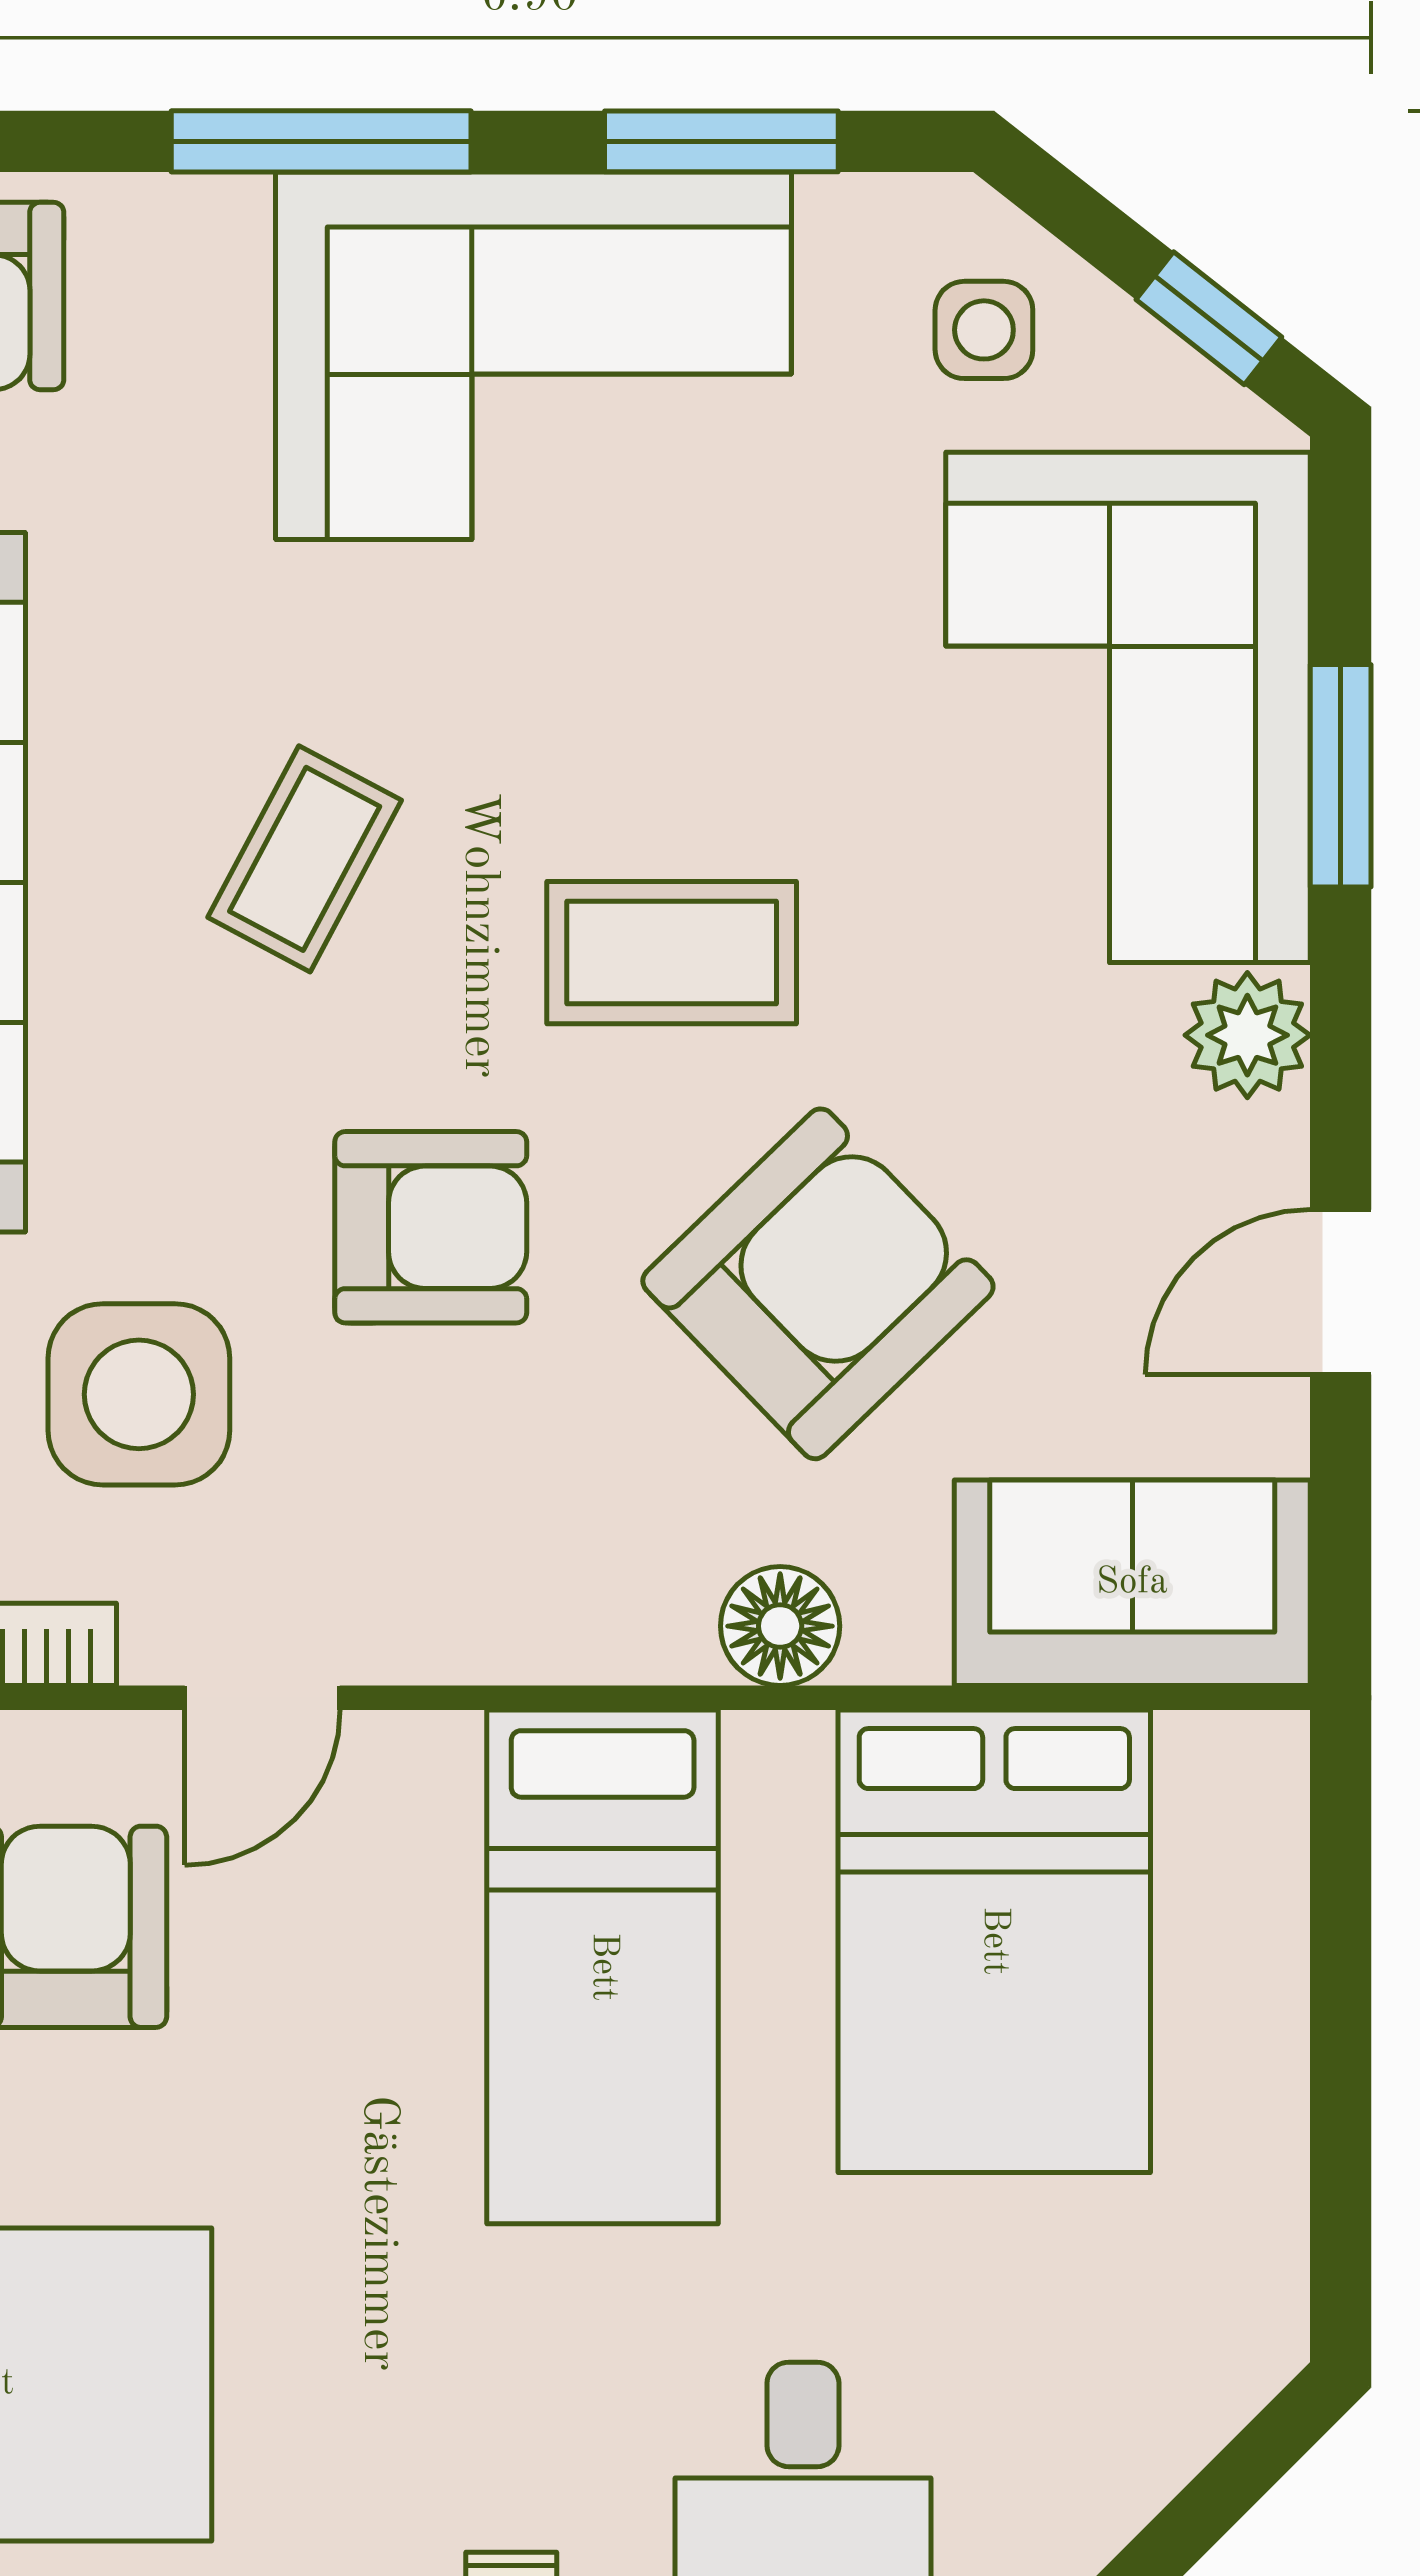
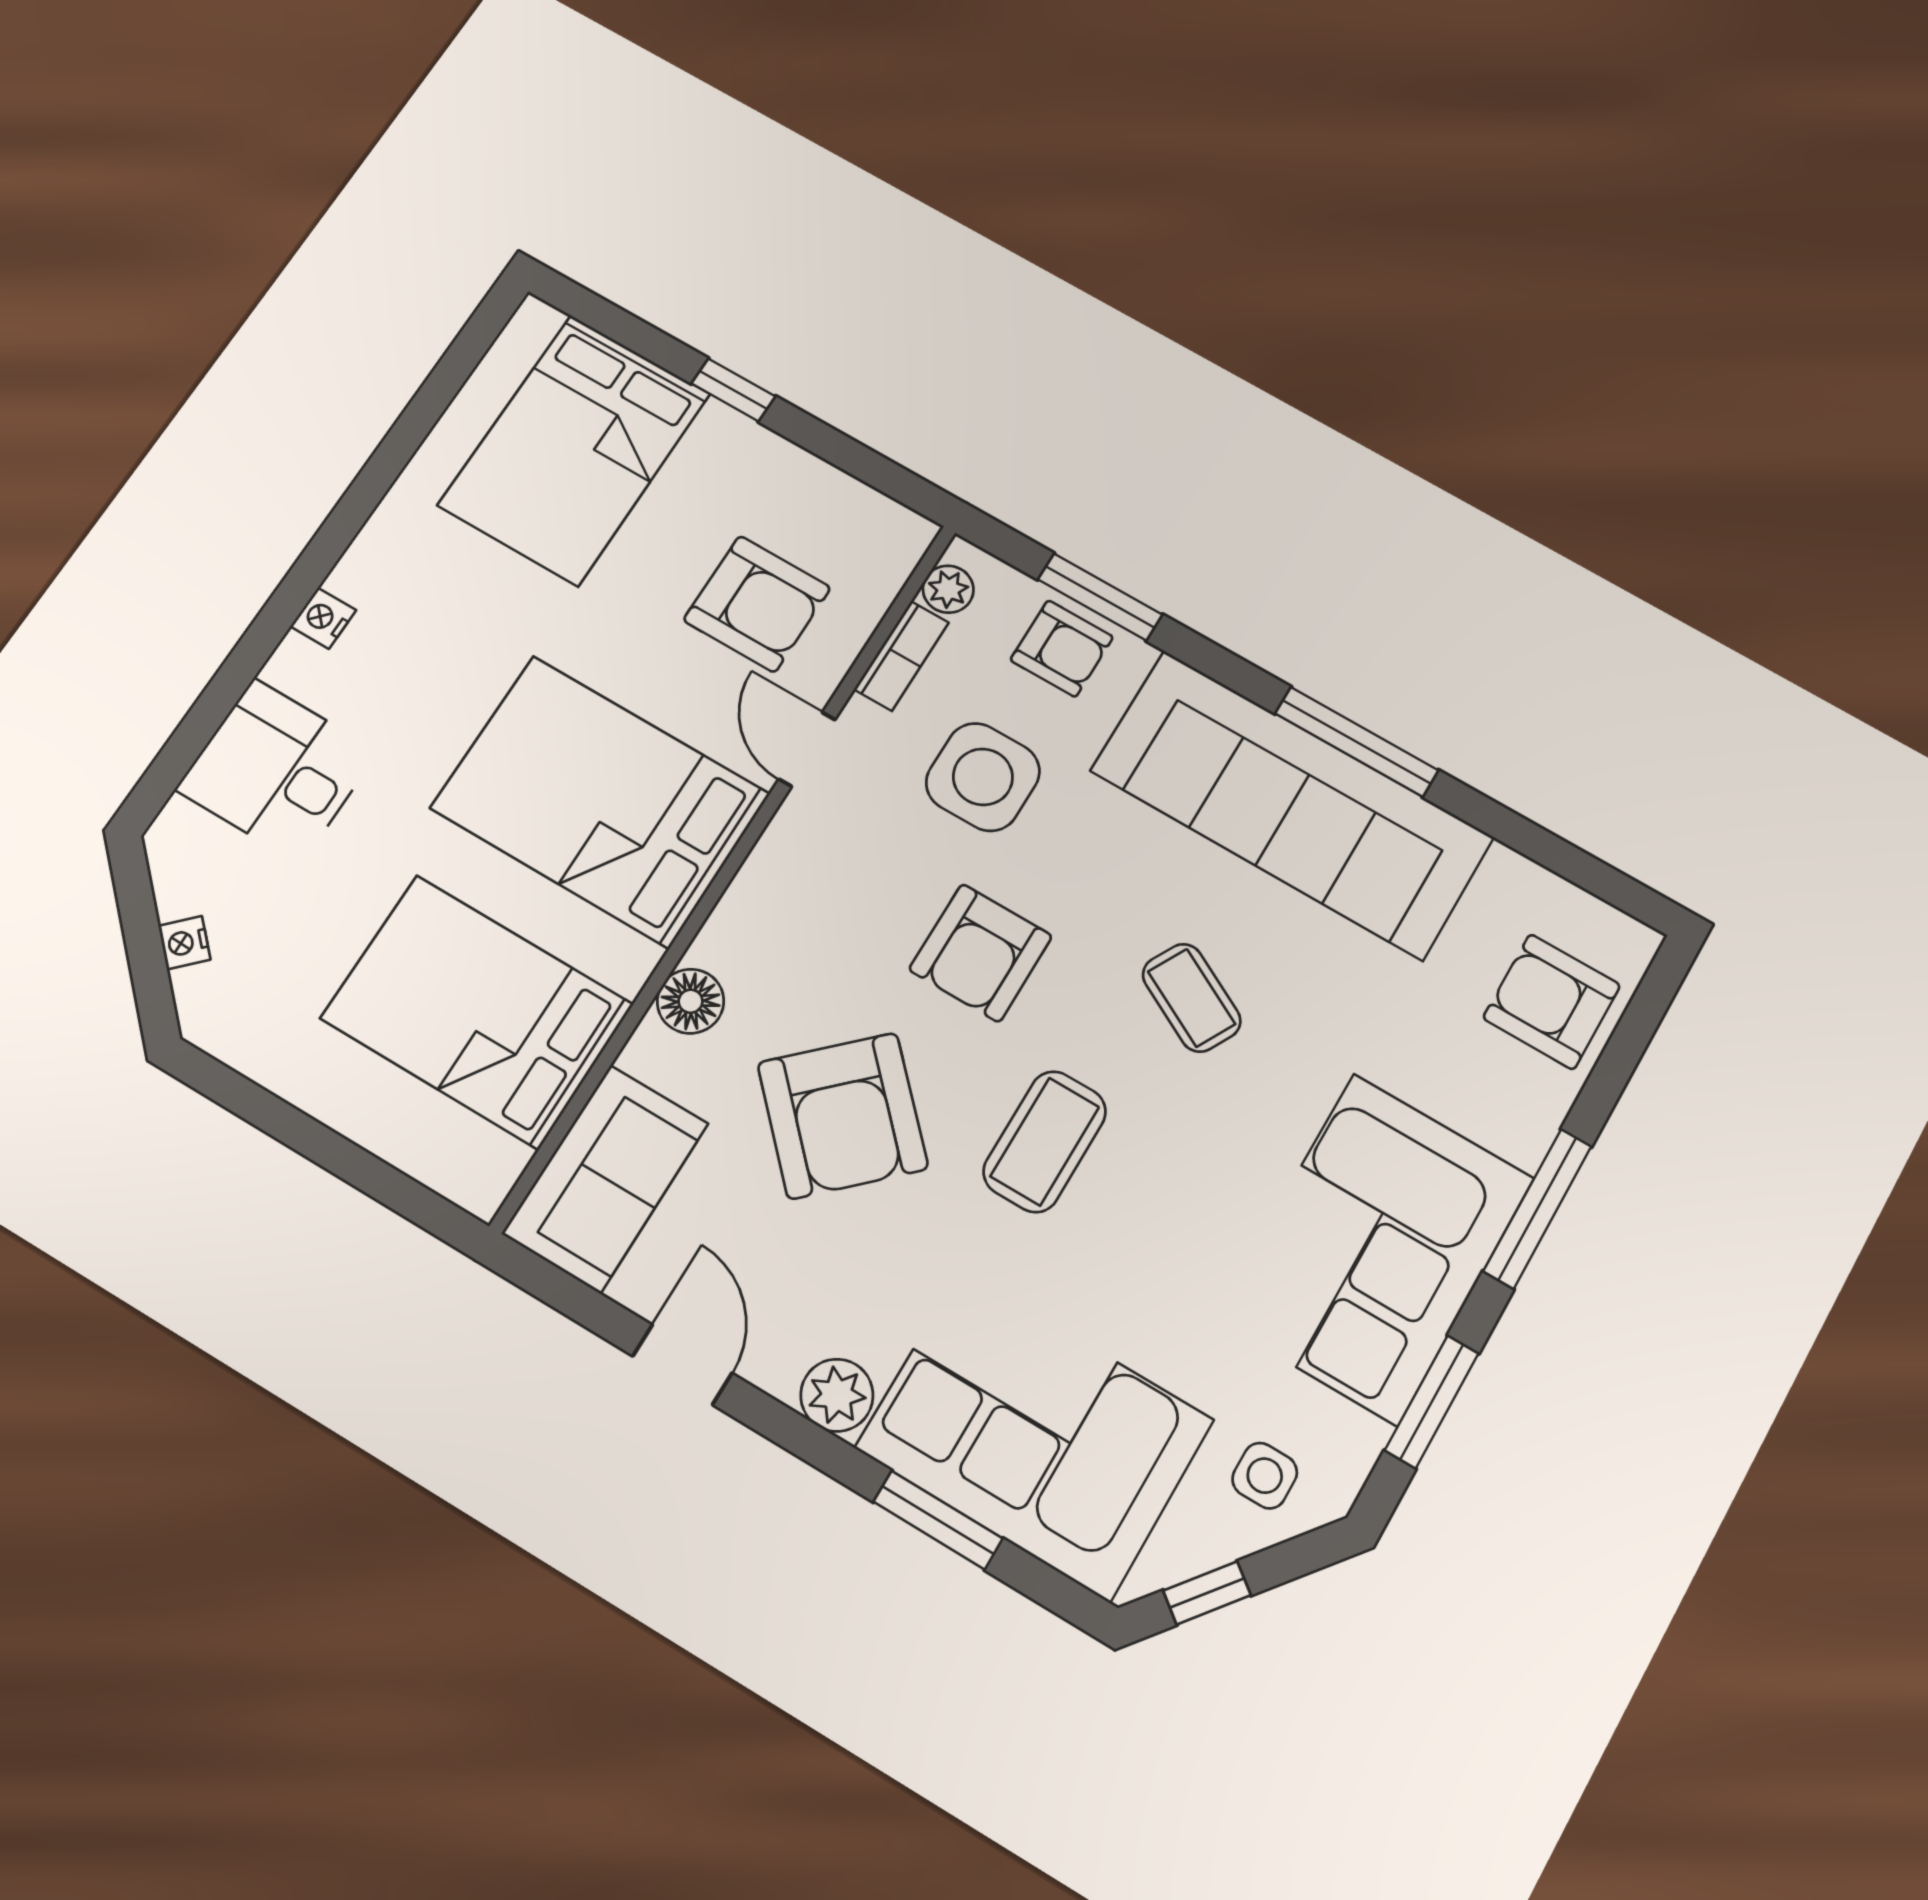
bed: (603, 1967) -> (600, 801), width x1.50
nightstand: (1160, 2457) -> (184, 943), added

